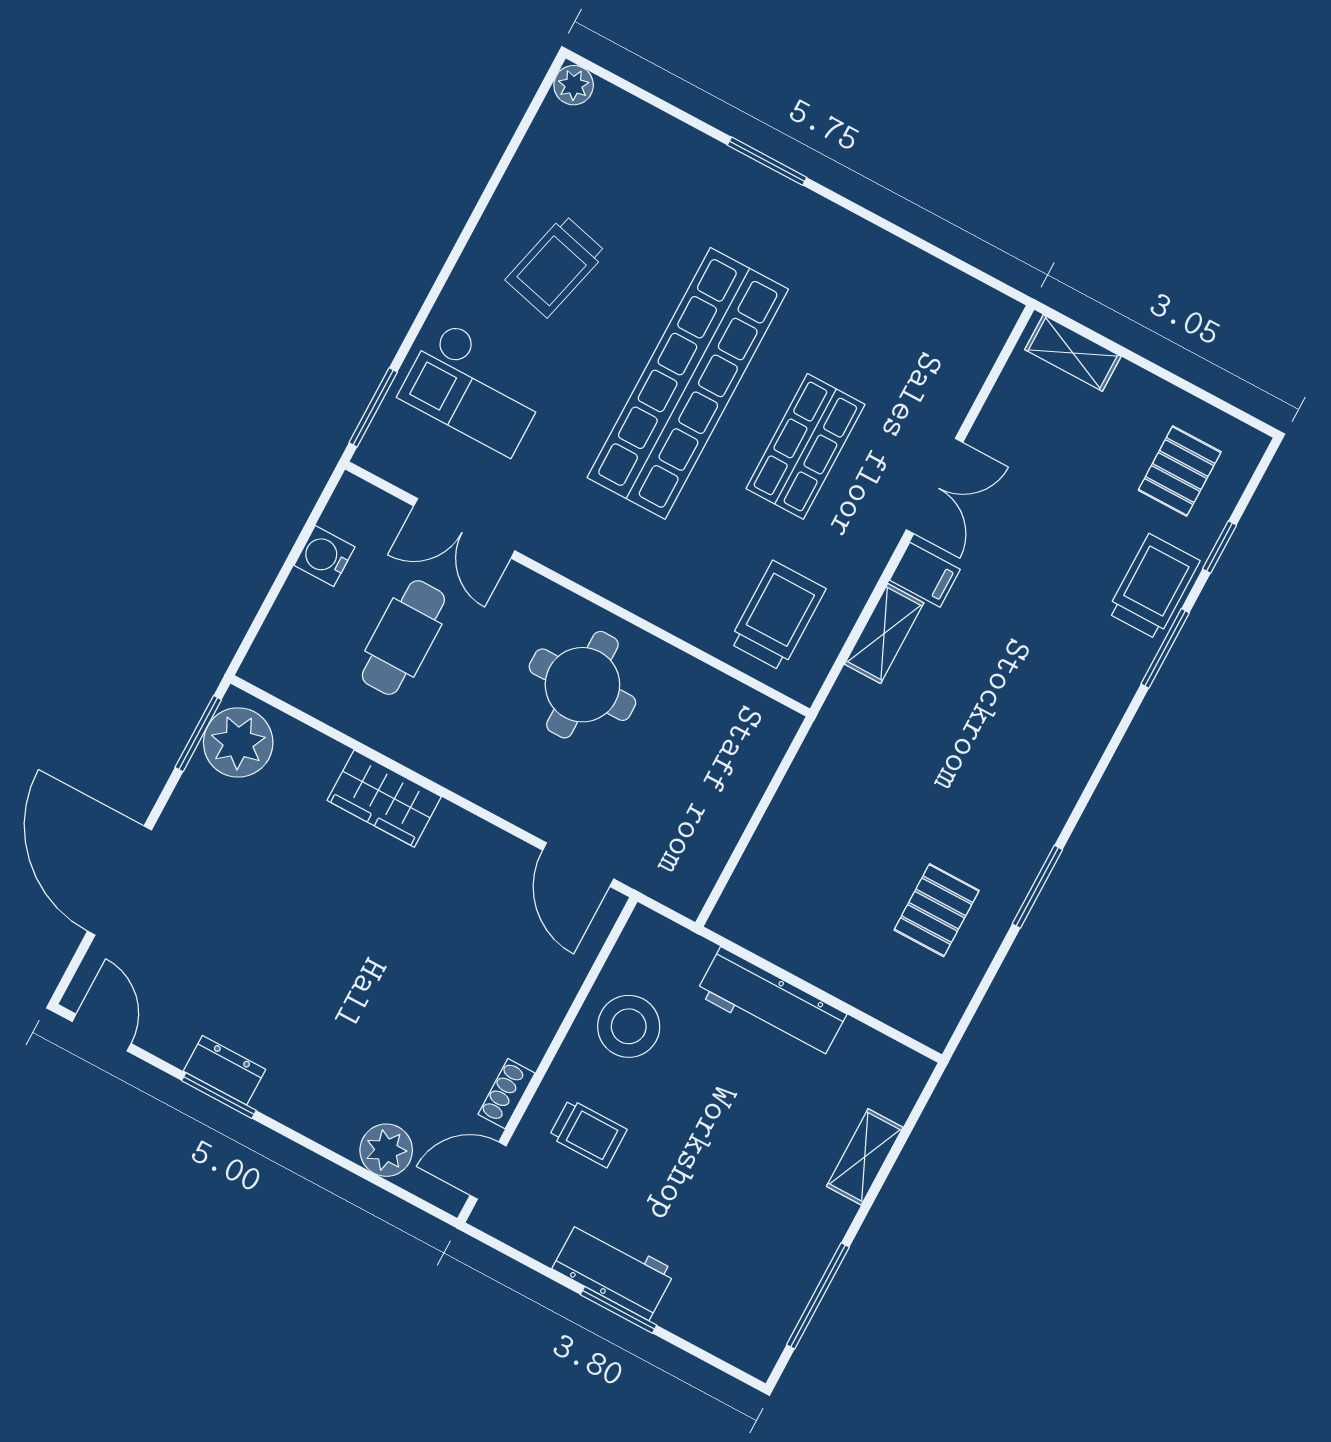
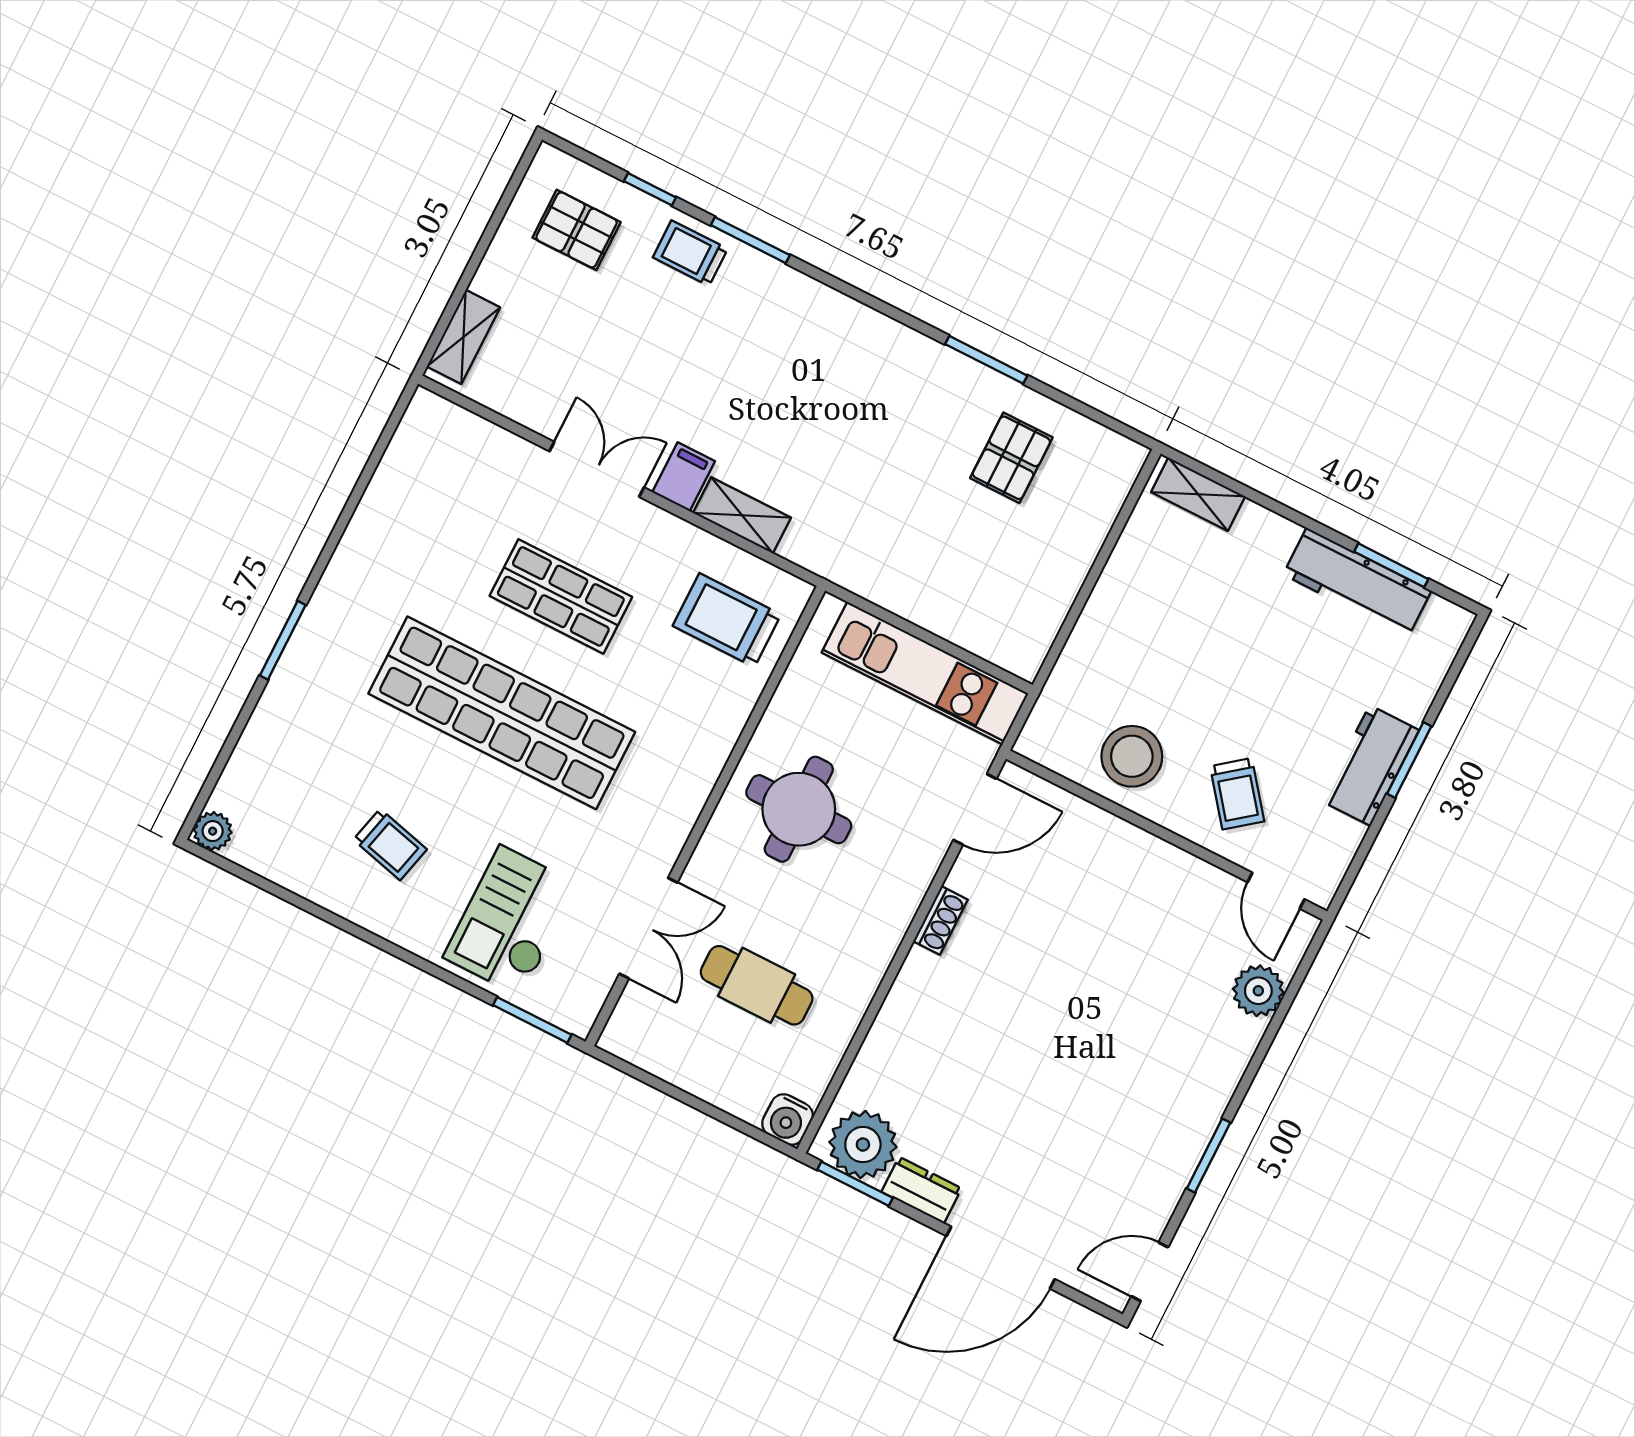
trolley: (556, 266) -> (390, 845), width x0.73, depth x0.72
checkout: (475, 388) -> (511, 921), turned 180
water cooler: (324, 556) -> (788, 1119), moved
trolley: (1153, 587) -> (690, 253), width x0.73, depth x0.72
wardrobe: (384, 799) -> (914, 1000), removed
kitchen unit: (719, 817) -> (925, 673), added
pallet: (937, 910) -> (1011, 458), turned 90
workbench: (771, 1004) -> (1357, 583), moved, turned 90
dresser: (225, 1070) -> (921, 1190), moved, turned 90
shoe rack: (506, 1094) -> (940, 920), moved, turned -90
trolley: (588, 1133) -> (1237, 794), turned 142
shelving: (865, 1157) -> (1198, 494), moved
window: (818, 1296) -> (1391, 565), width x0.69

